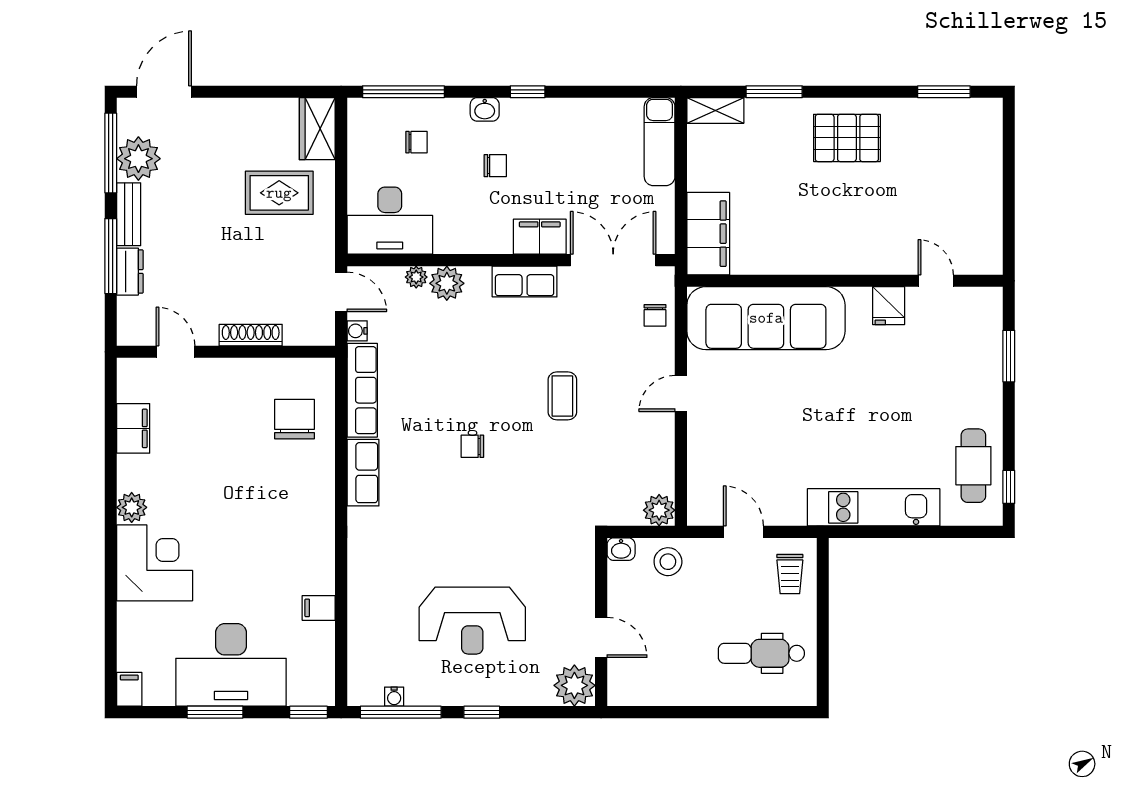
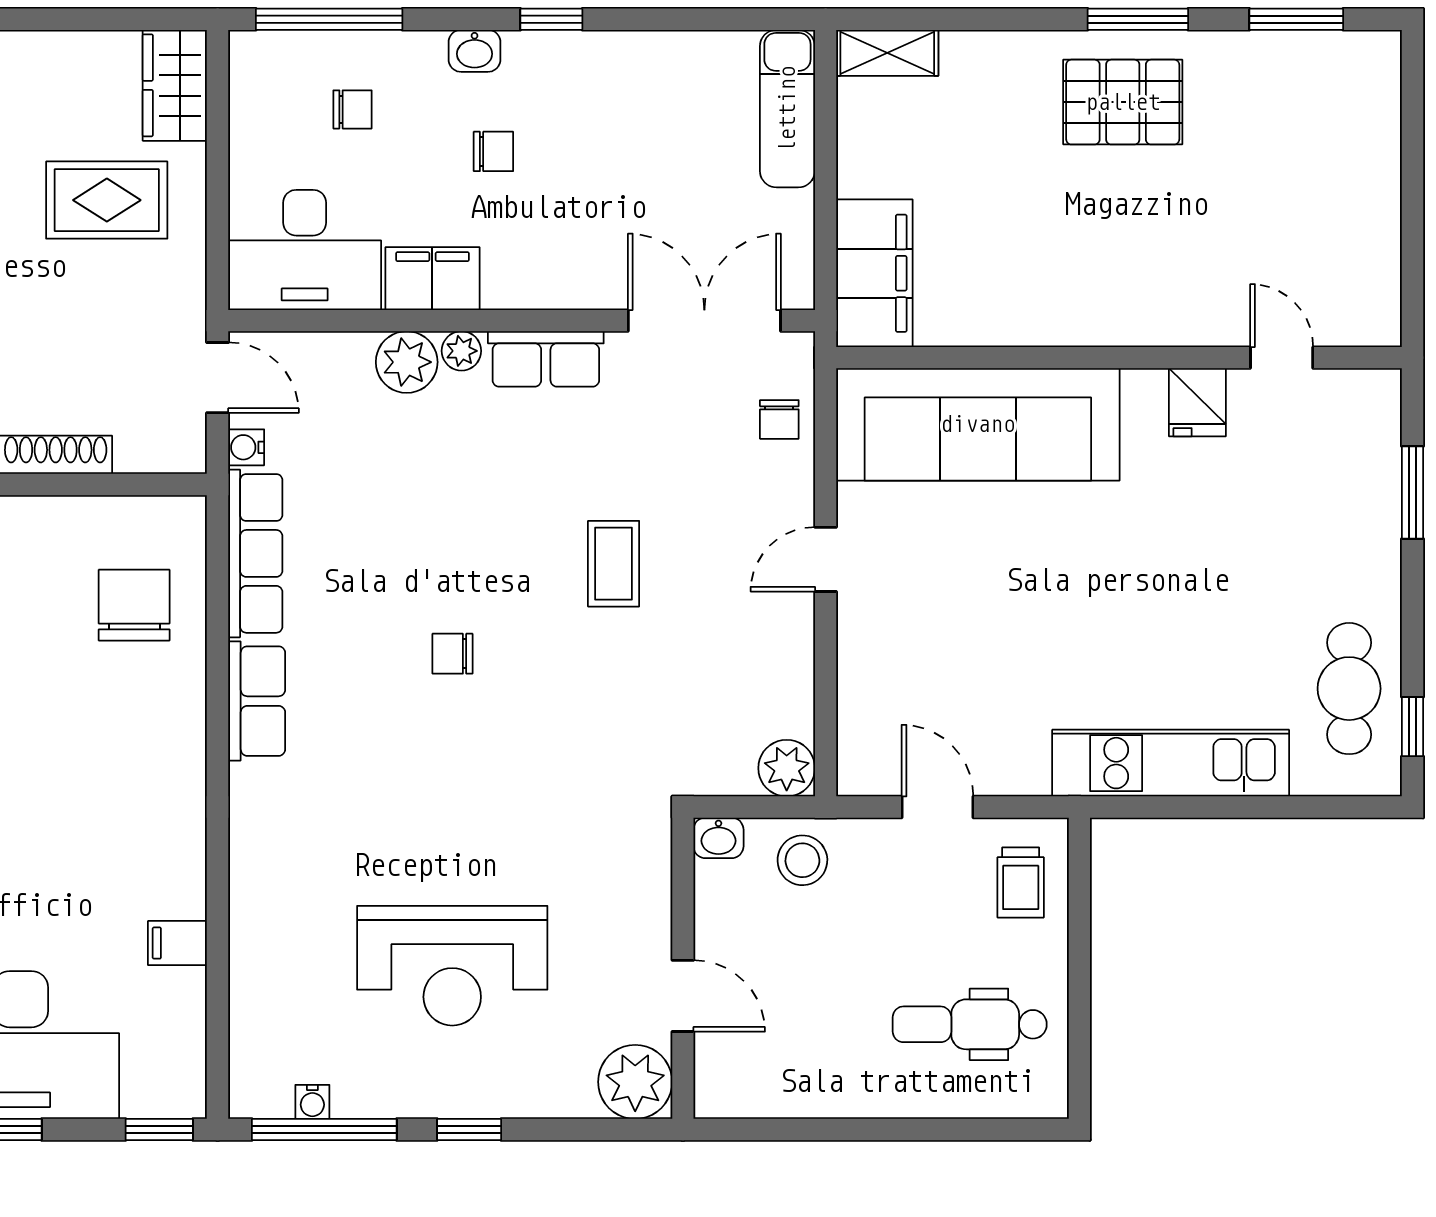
window: (774, 92) -> (1138, 19), moved
filing cabinet: (540, 237) -> (432, 279), moved
plant: (416, 277) -> (461, 351), moved

